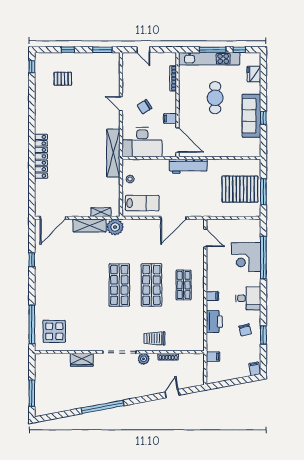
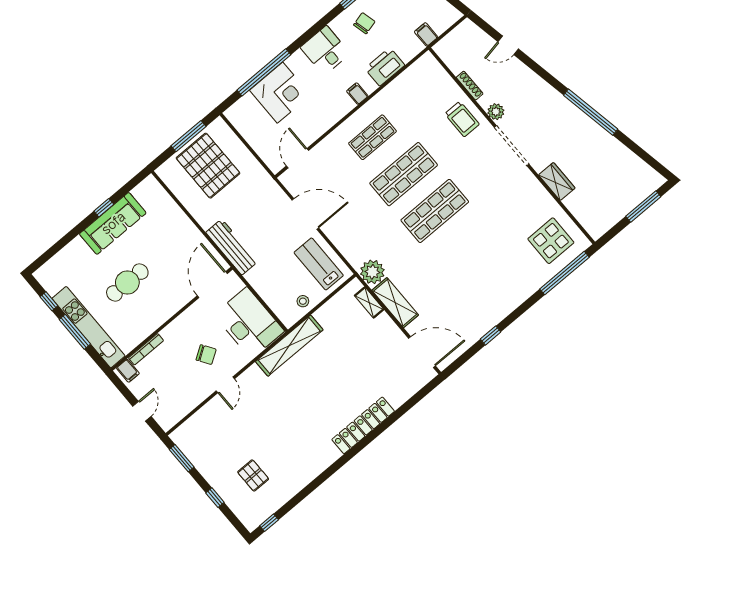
fridge: (254, 74) -> (63, 261), removed
filing cabinet: (170, 118) -> (128, 371), moved

